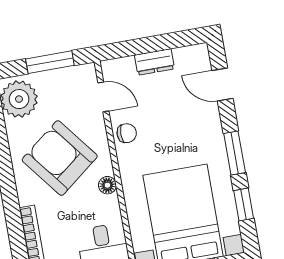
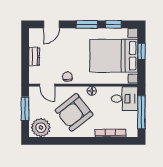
door: (103, 97) -> (47, 85), swing flipped

